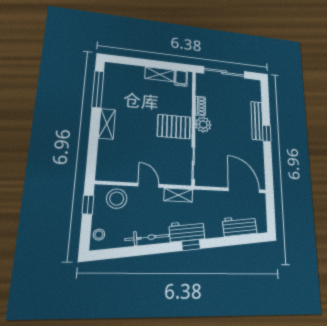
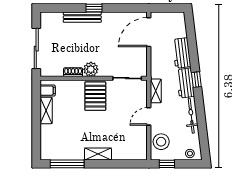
workbench: (240, 226) -> (182, 53), moved

